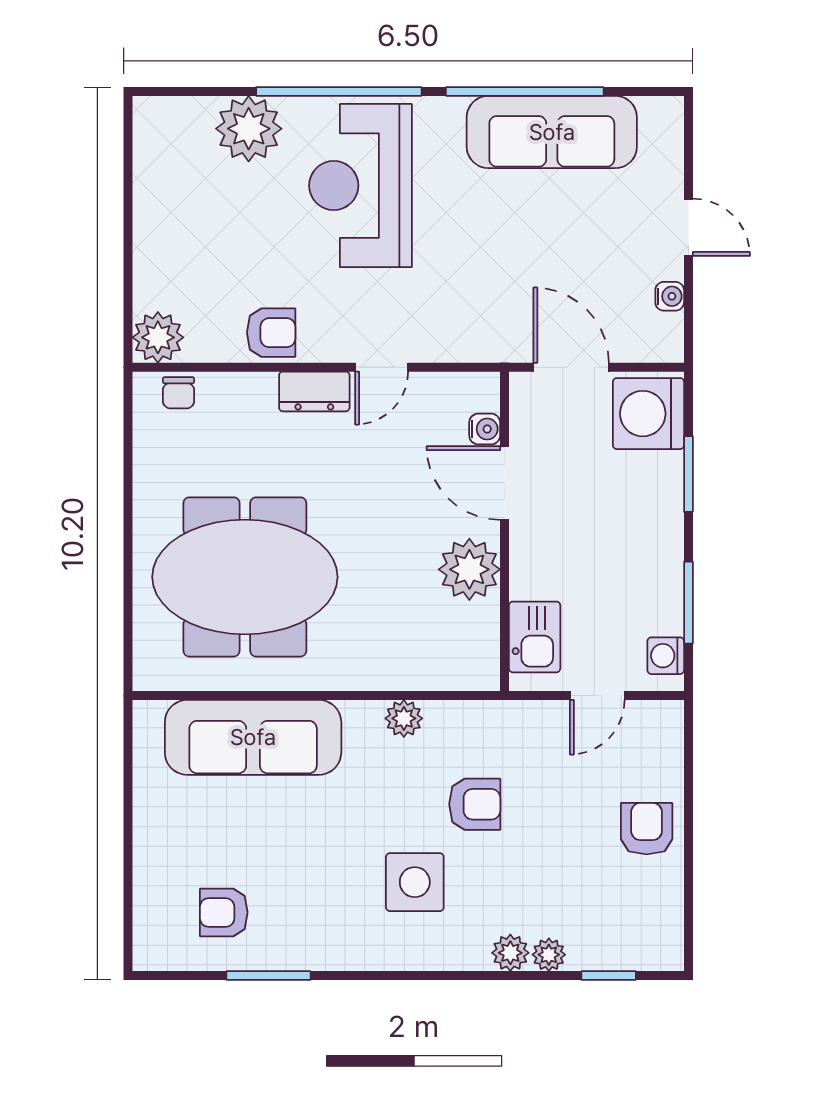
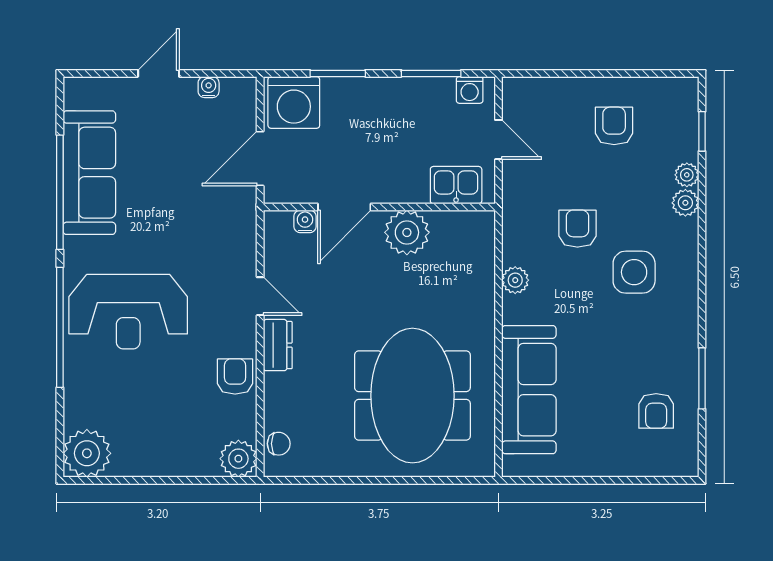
plant: (249, 129) -> (87, 453), moved
armchair: (647, 829) -> (614, 126), moved, turned 90

